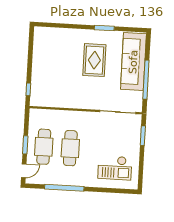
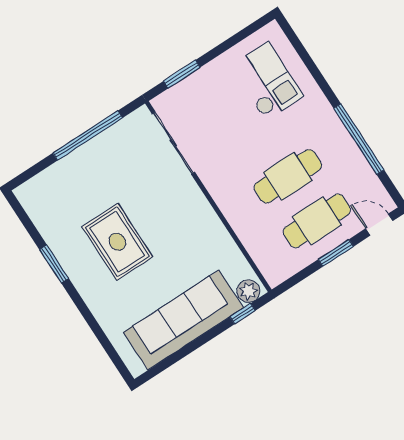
rug: (94, 60) -> (117, 242), turned 90
sofa: (133, 62) -> (183, 320), moved, turned 180
plant: (36, 98) -> (248, 291), added

